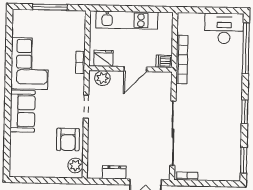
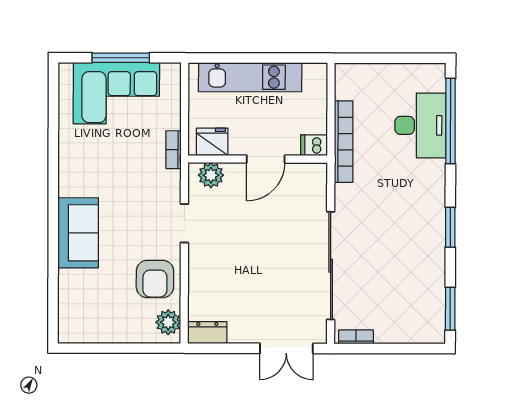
desk: (224, 28) -> (420, 125), moved, turned 90
corner sofa: (30, 63) -> (116, 93), moved, turned 90
dresser: (114, 172) -> (207, 333), moved

